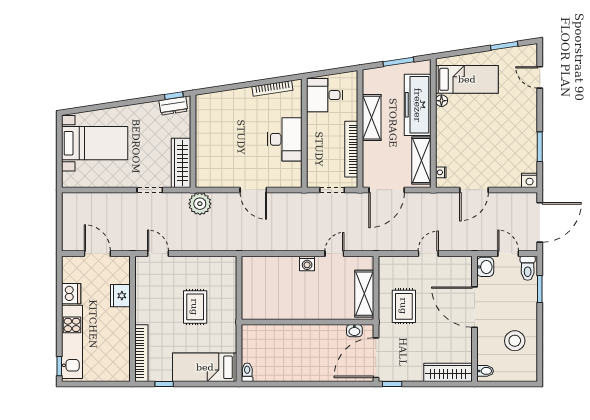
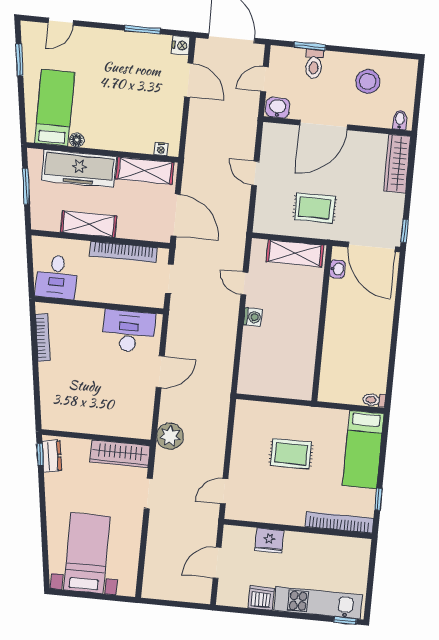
desk: (285, 139) -> (129, 331), moved
door: (474, 190) -> (189, 80), moved
toilet: (528, 268) -> (314, 64), moved, turned 90

